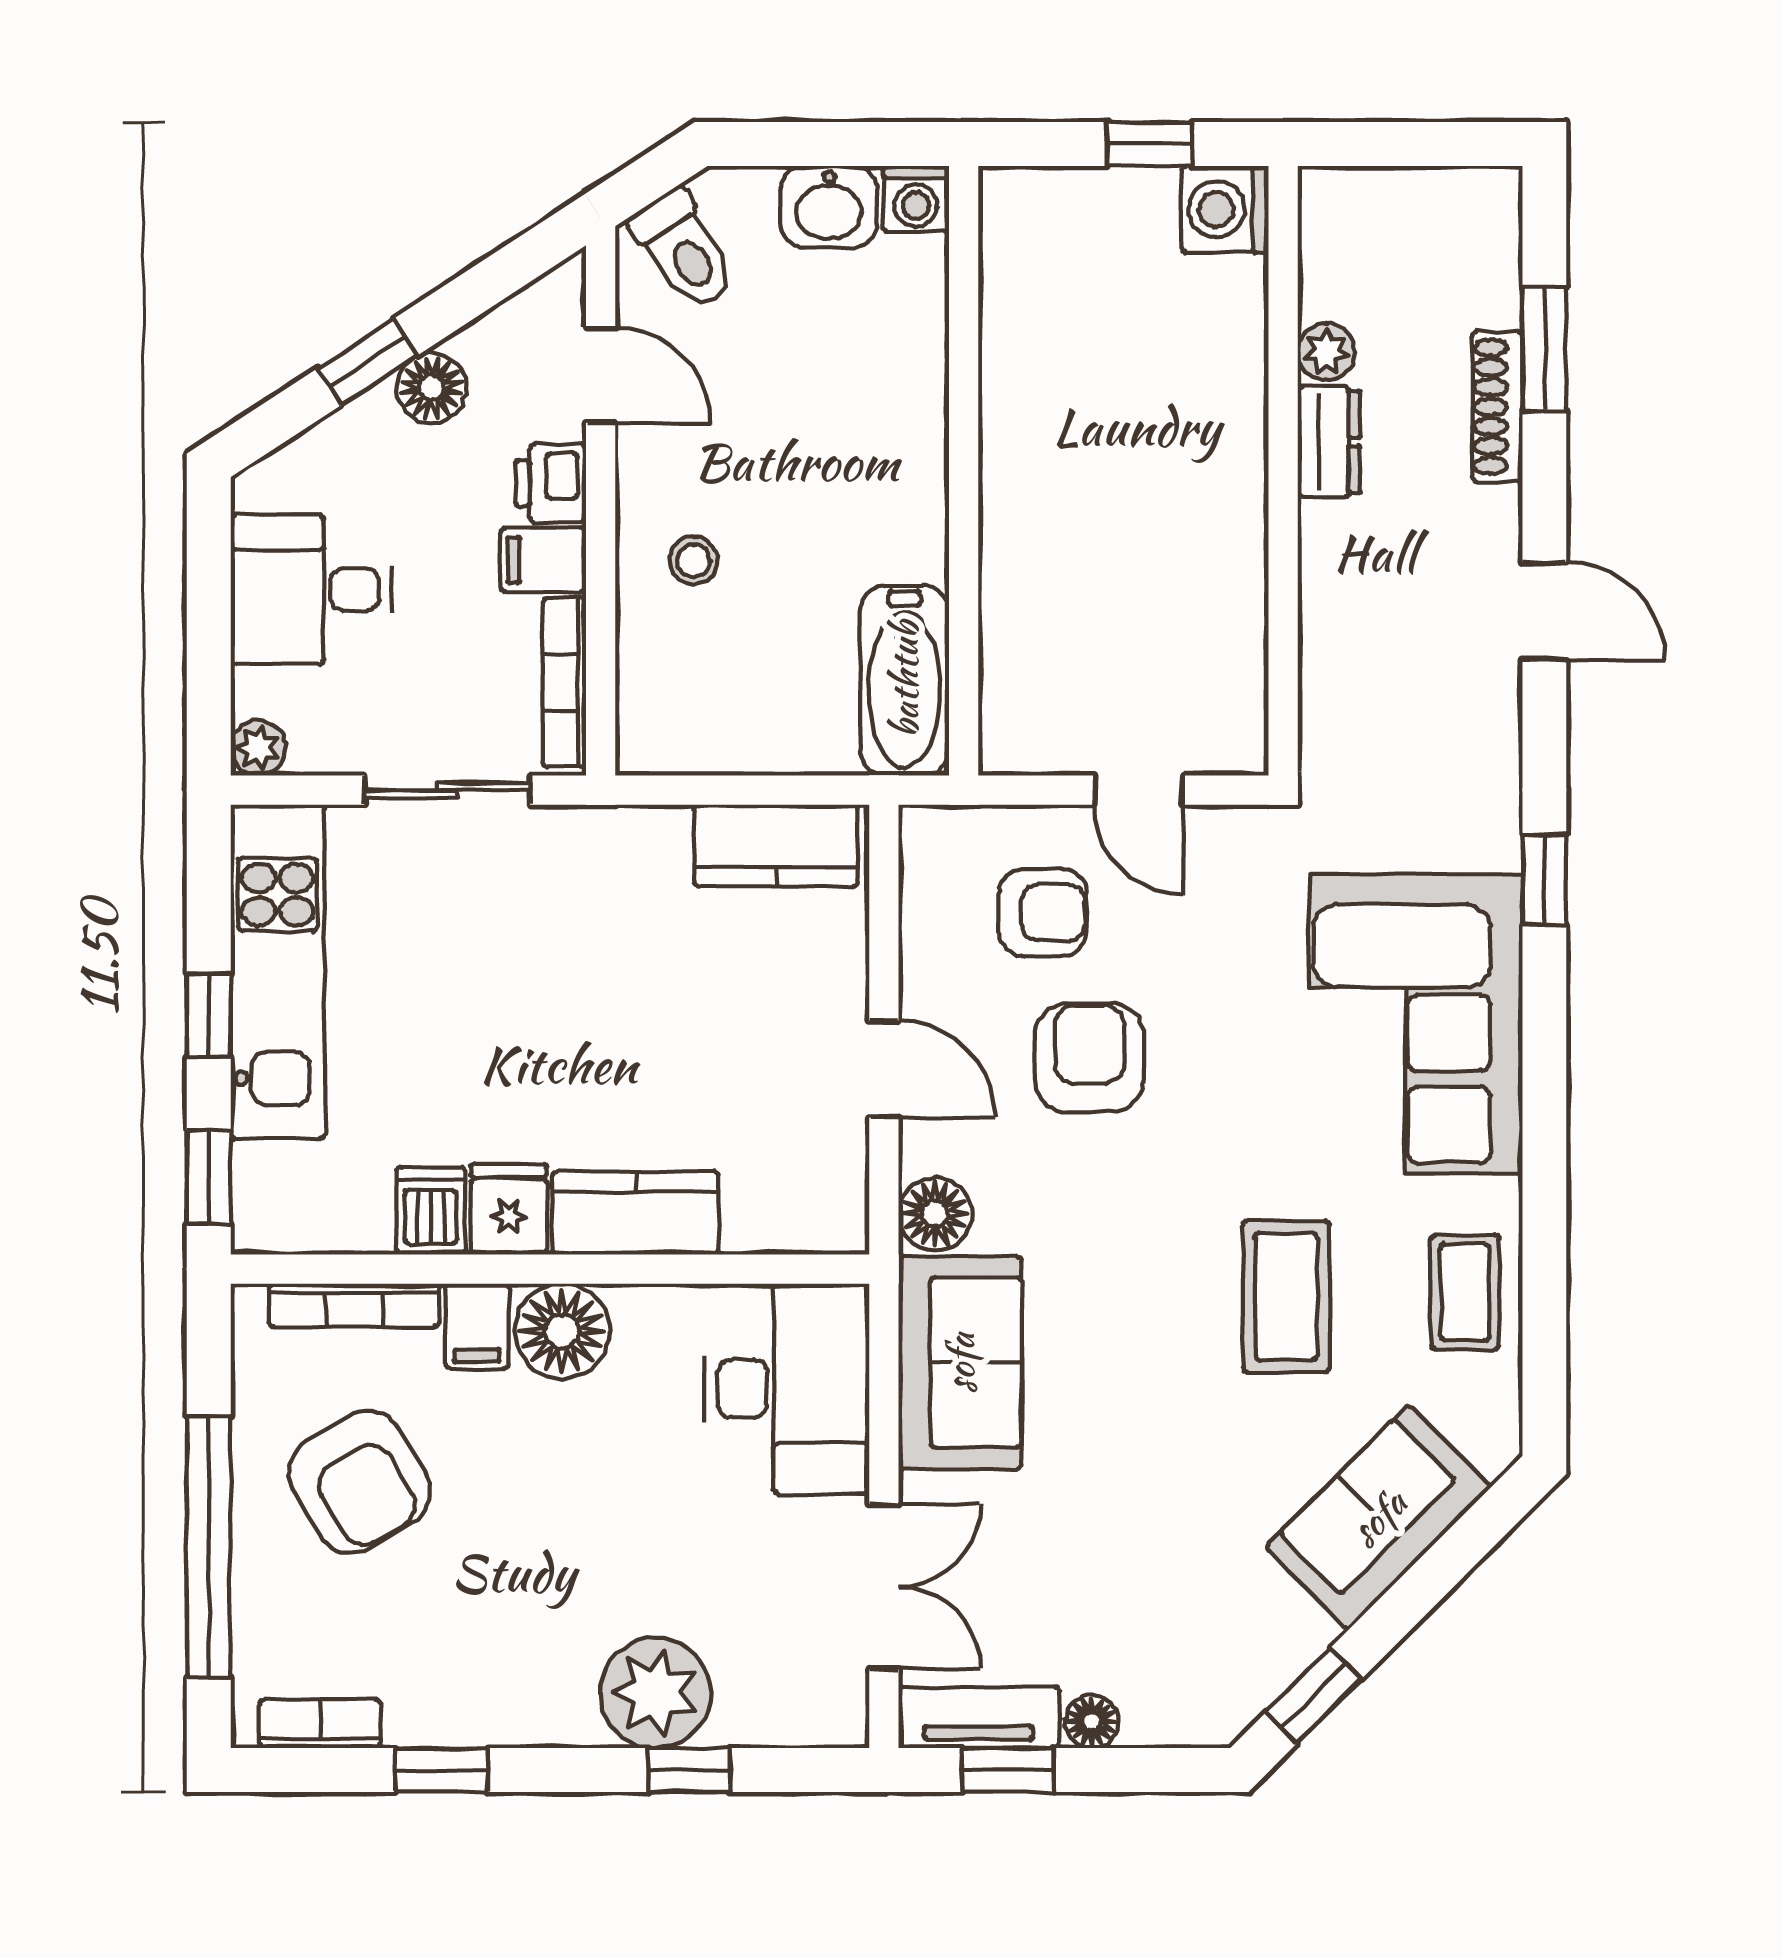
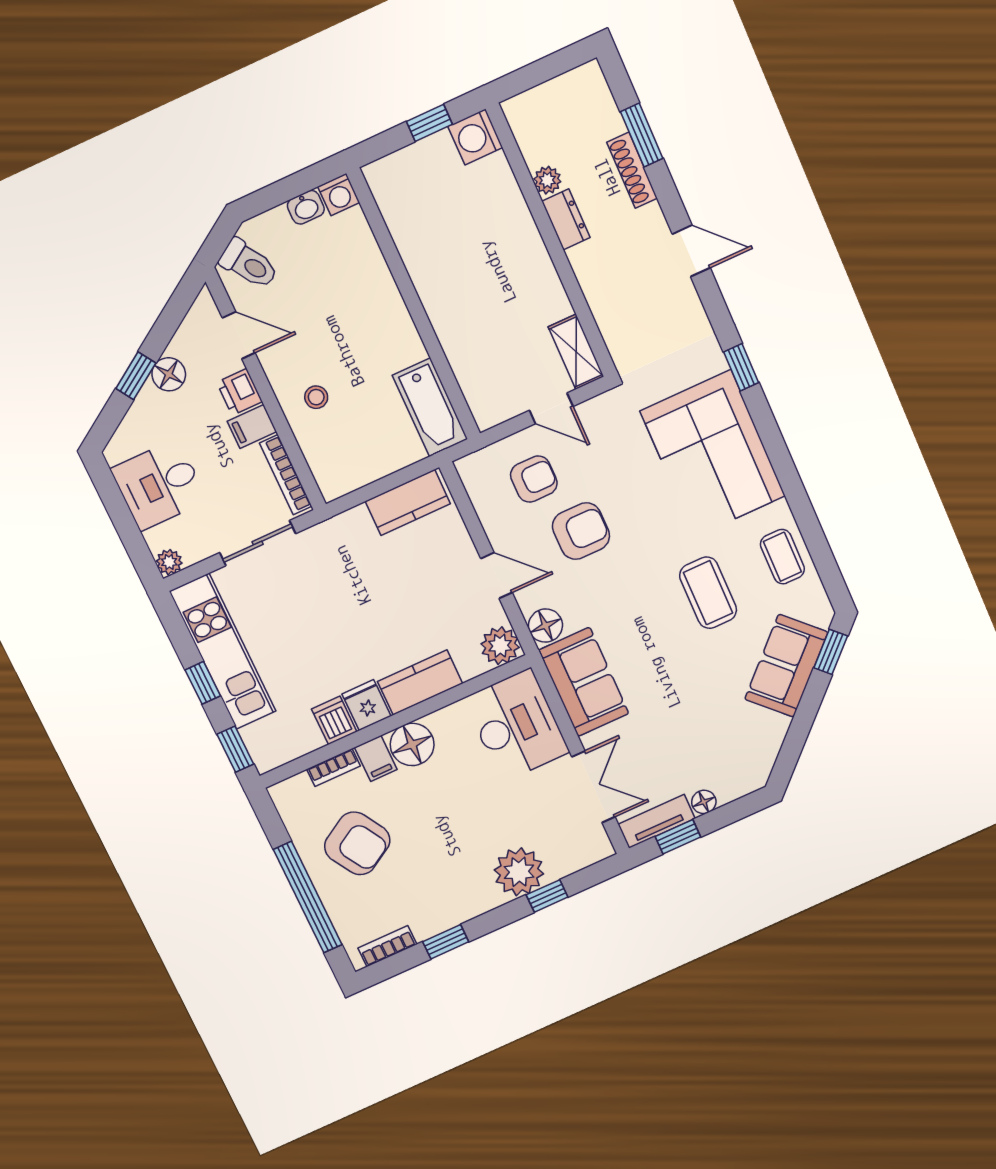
washbasin: (829, 207) -> (306, 207), width x0.72, depth x0.69
shelving: (1236, 703) -> (576, 352), added
armchair: (1089, 1058) -> (581, 531), turned 90
plant: (827, 1213) -> (500, 646), added
bookcase: (354, 1305) -> (334, 768), width x0.64
window: (1314, 1696) -> (831, 652), moved

